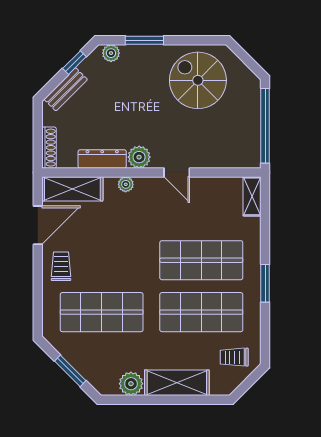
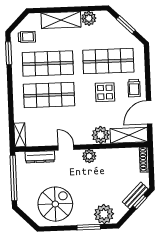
plant: (111, 53) -> (104, 214), width x1.87, depth x1.87
window: (74, 63) -> (140, 202), moved
spiral stairs: (198, 80) -> (55, 204), turned -90
dresser: (102, 159) -> (40, 157), moved
plant: (126, 184) -> (101, 135), width x1.88, depth x1.88
display table: (109, 261) -> (105, 92), added
window: (265, 283) -> (9, 53), moved

